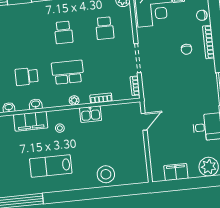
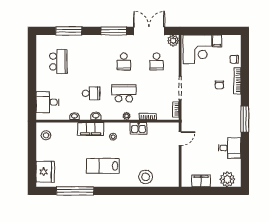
school desk: (27, 77) -> (91, 93), turned 180

